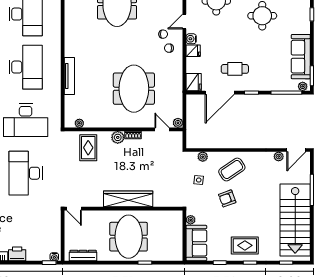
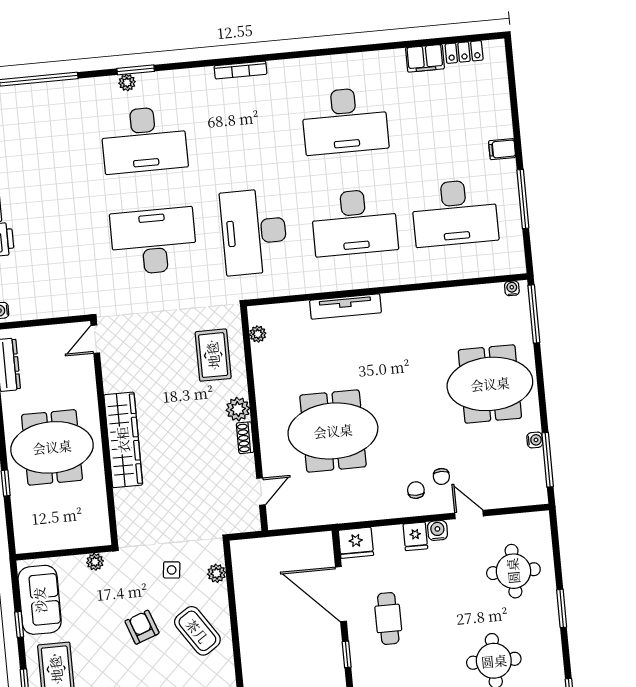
plant: (178, 123) -> (276, 520), removed
rug: (88, 148) -> (213, 355), turned 90
sofa: (196, 243) -> (40, 600), moved, turned -90

